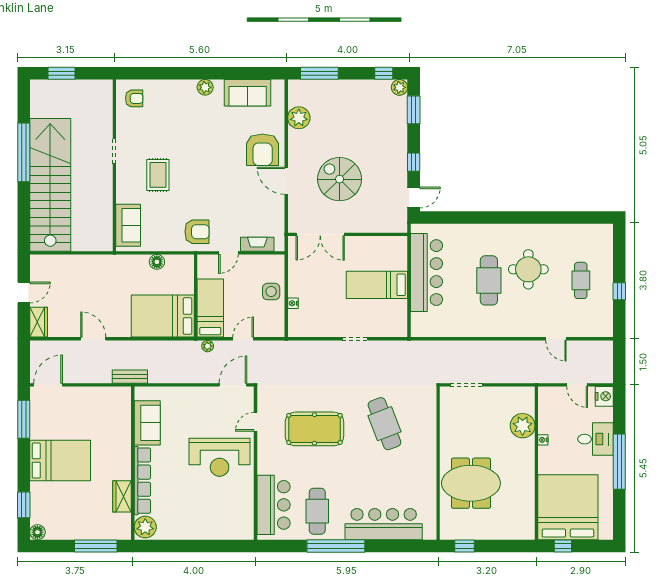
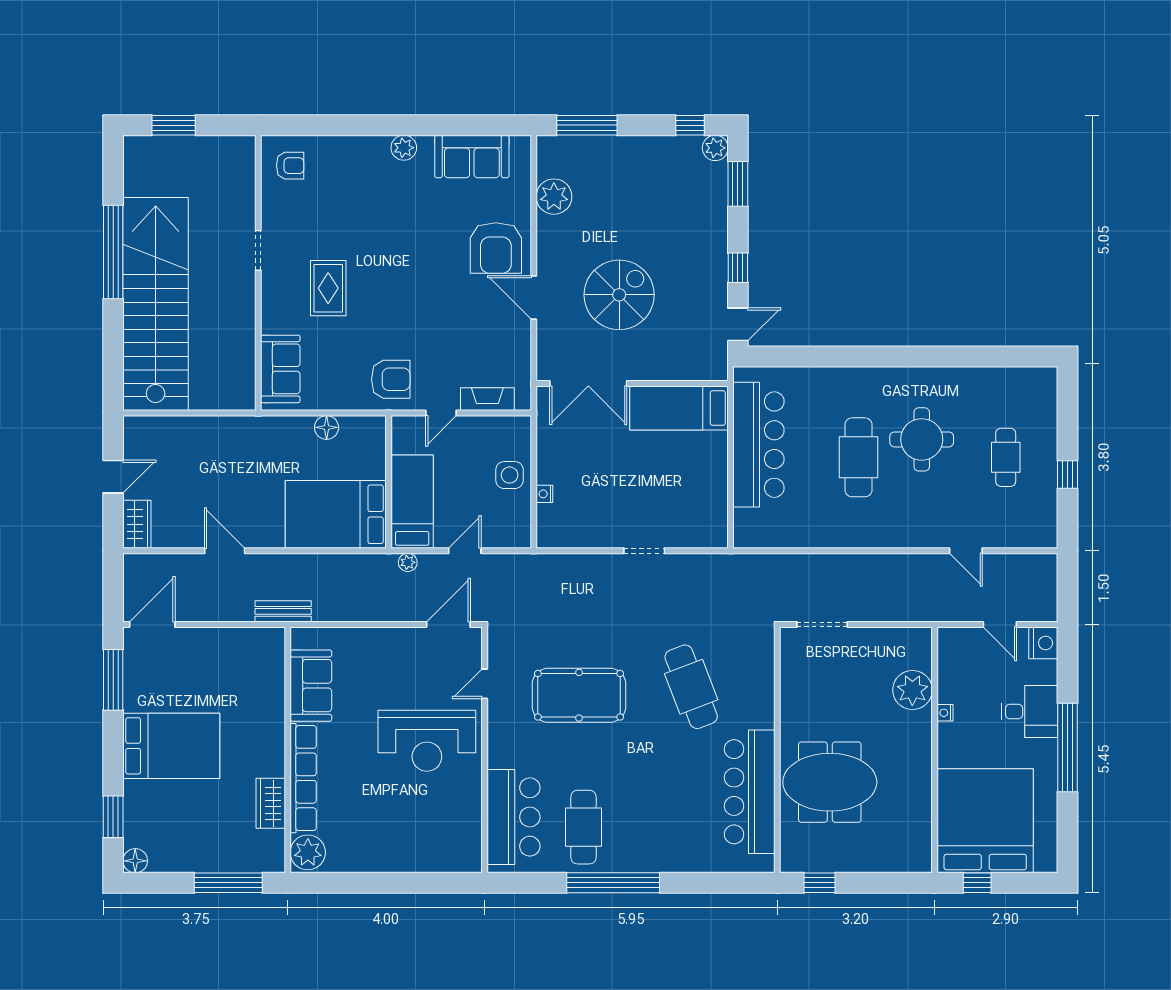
spiral stairs: (340, 179) -> (619, 295), turned 90
bed: (377, 285) -> (679, 408), moved
bar counter: (384, 524) -> (750, 792), moved, turned -90

